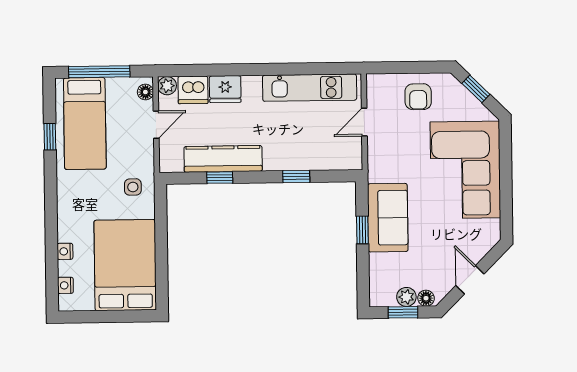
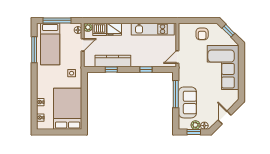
door: (364, 122) -> (177, 57), moved
window: (50, 137) -> (34, 50), width x2.17
sofa: (388, 218) -> (187, 102), moved
window: (362, 230) -> (176, 94), width x2.17

